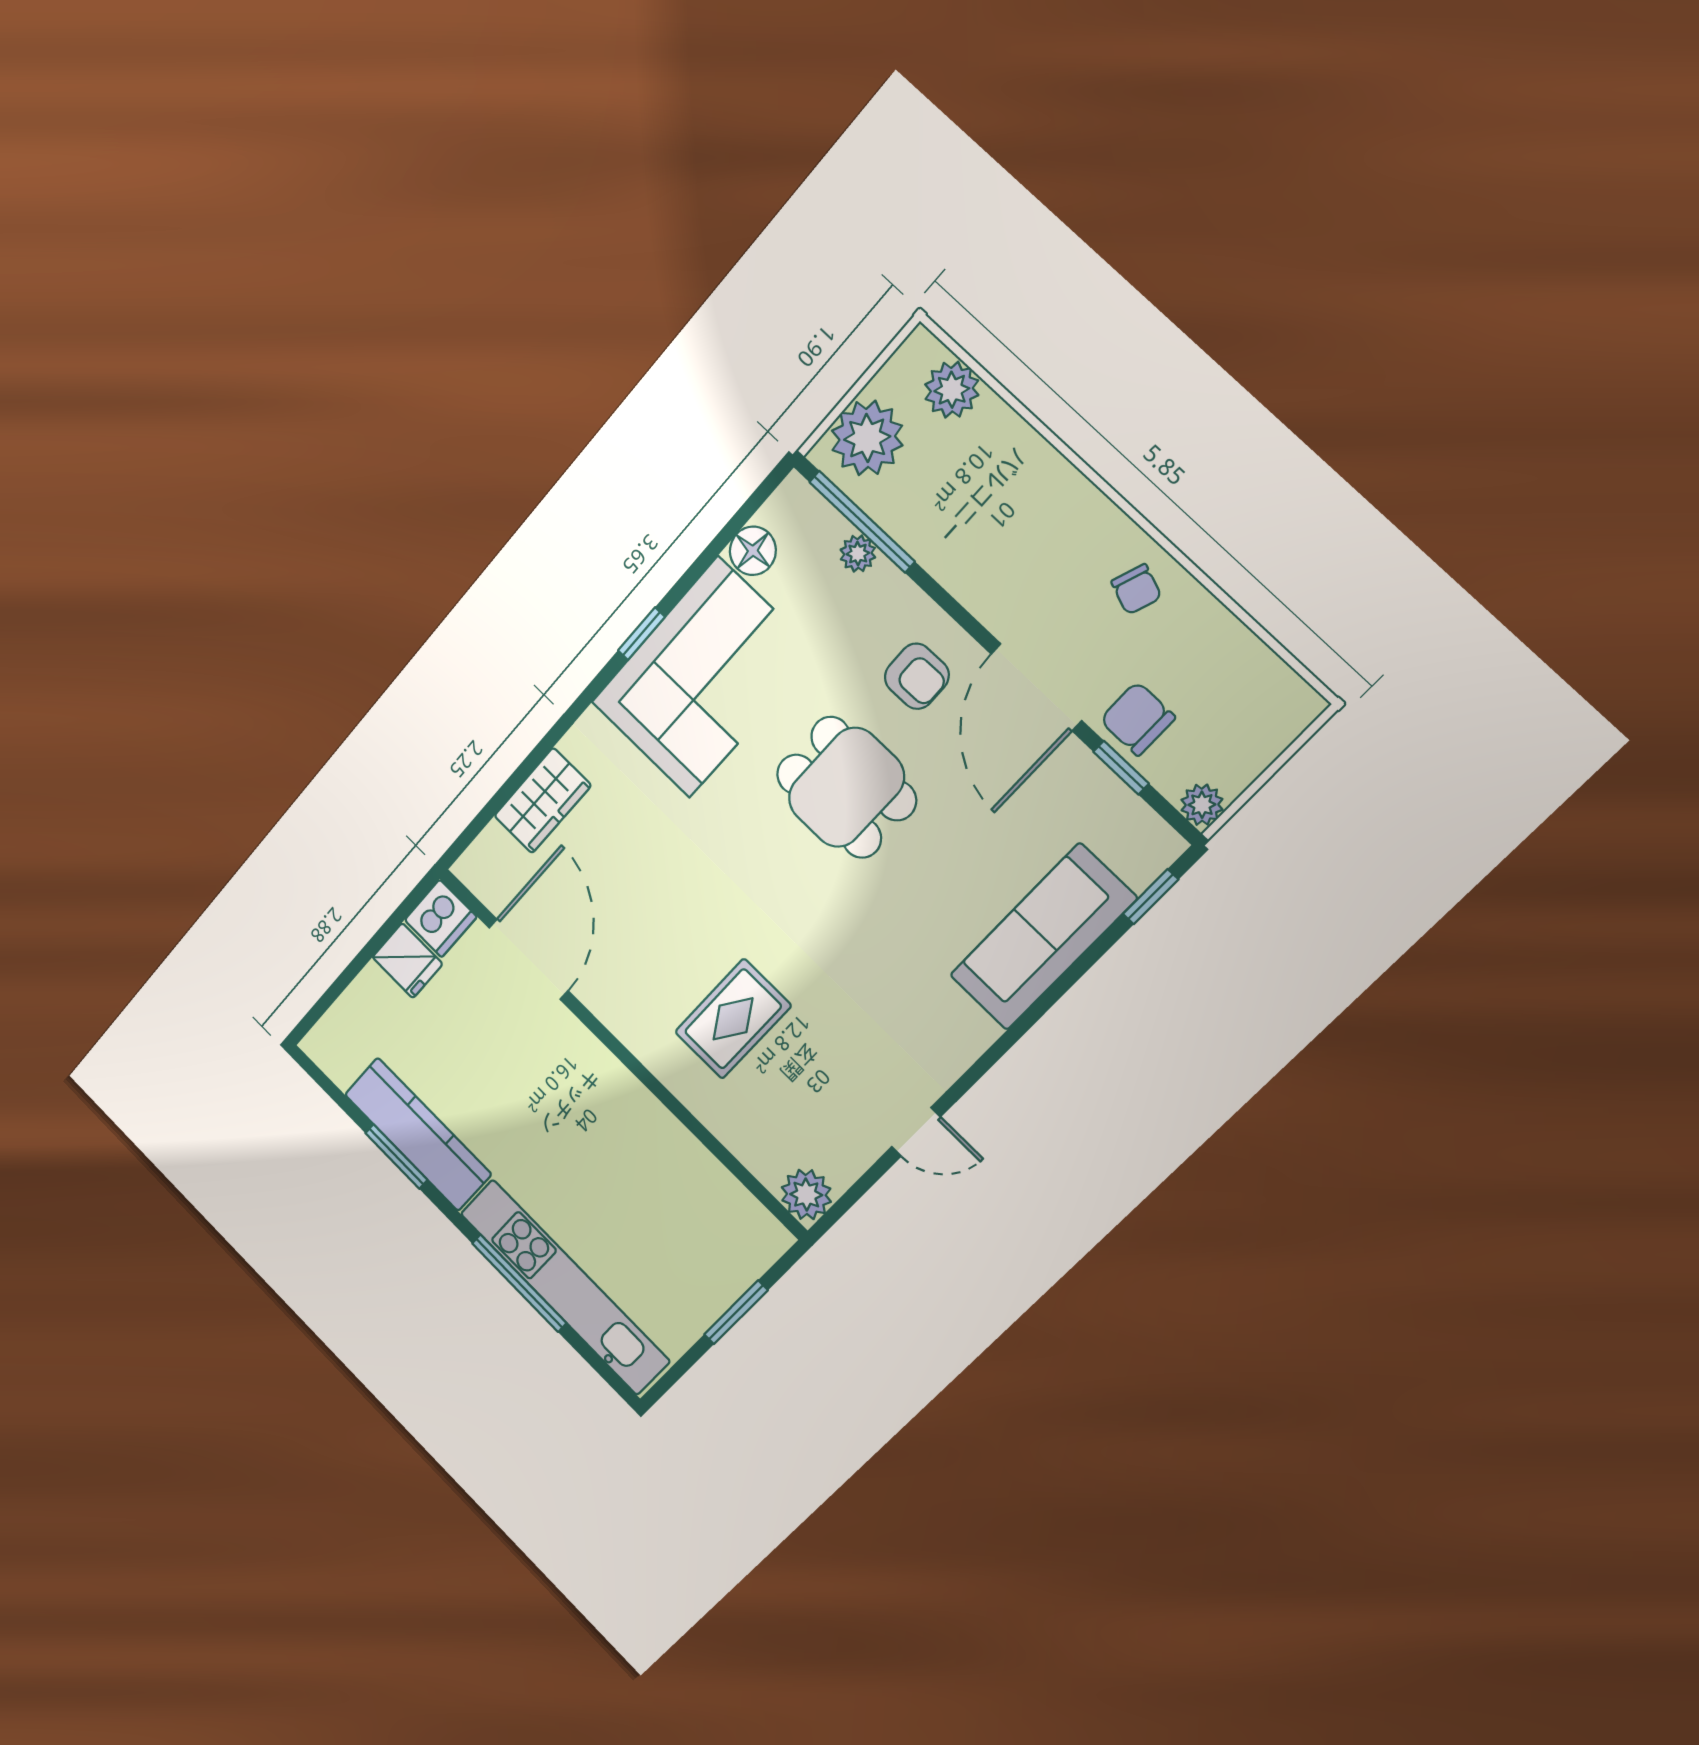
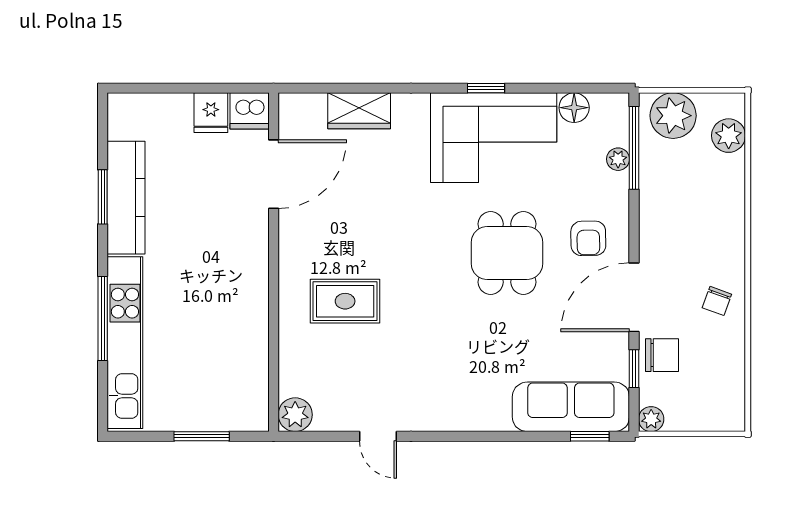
chair: (1137, 719) -> (662, 355), turned 90
sofa: (1043, 937) -> (571, 407), moved

